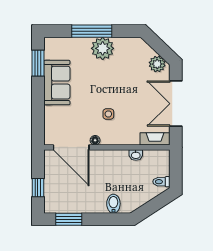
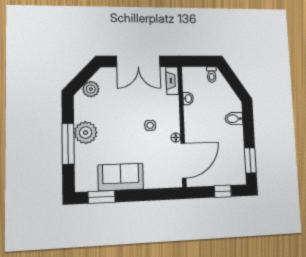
plant: (157, 64) -> (91, 89), moved

